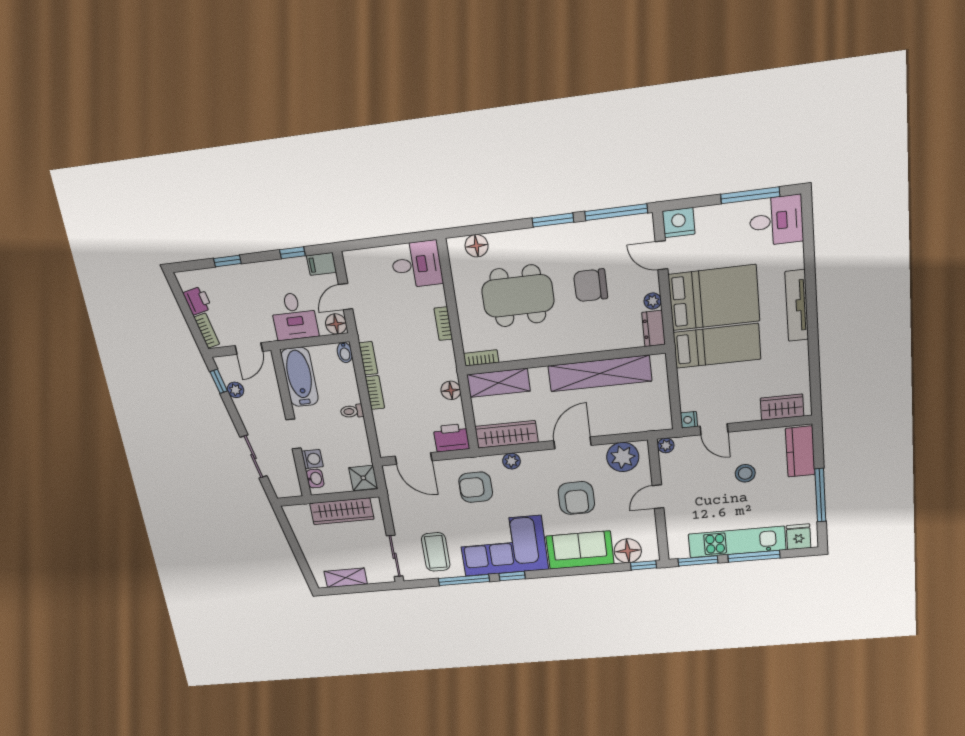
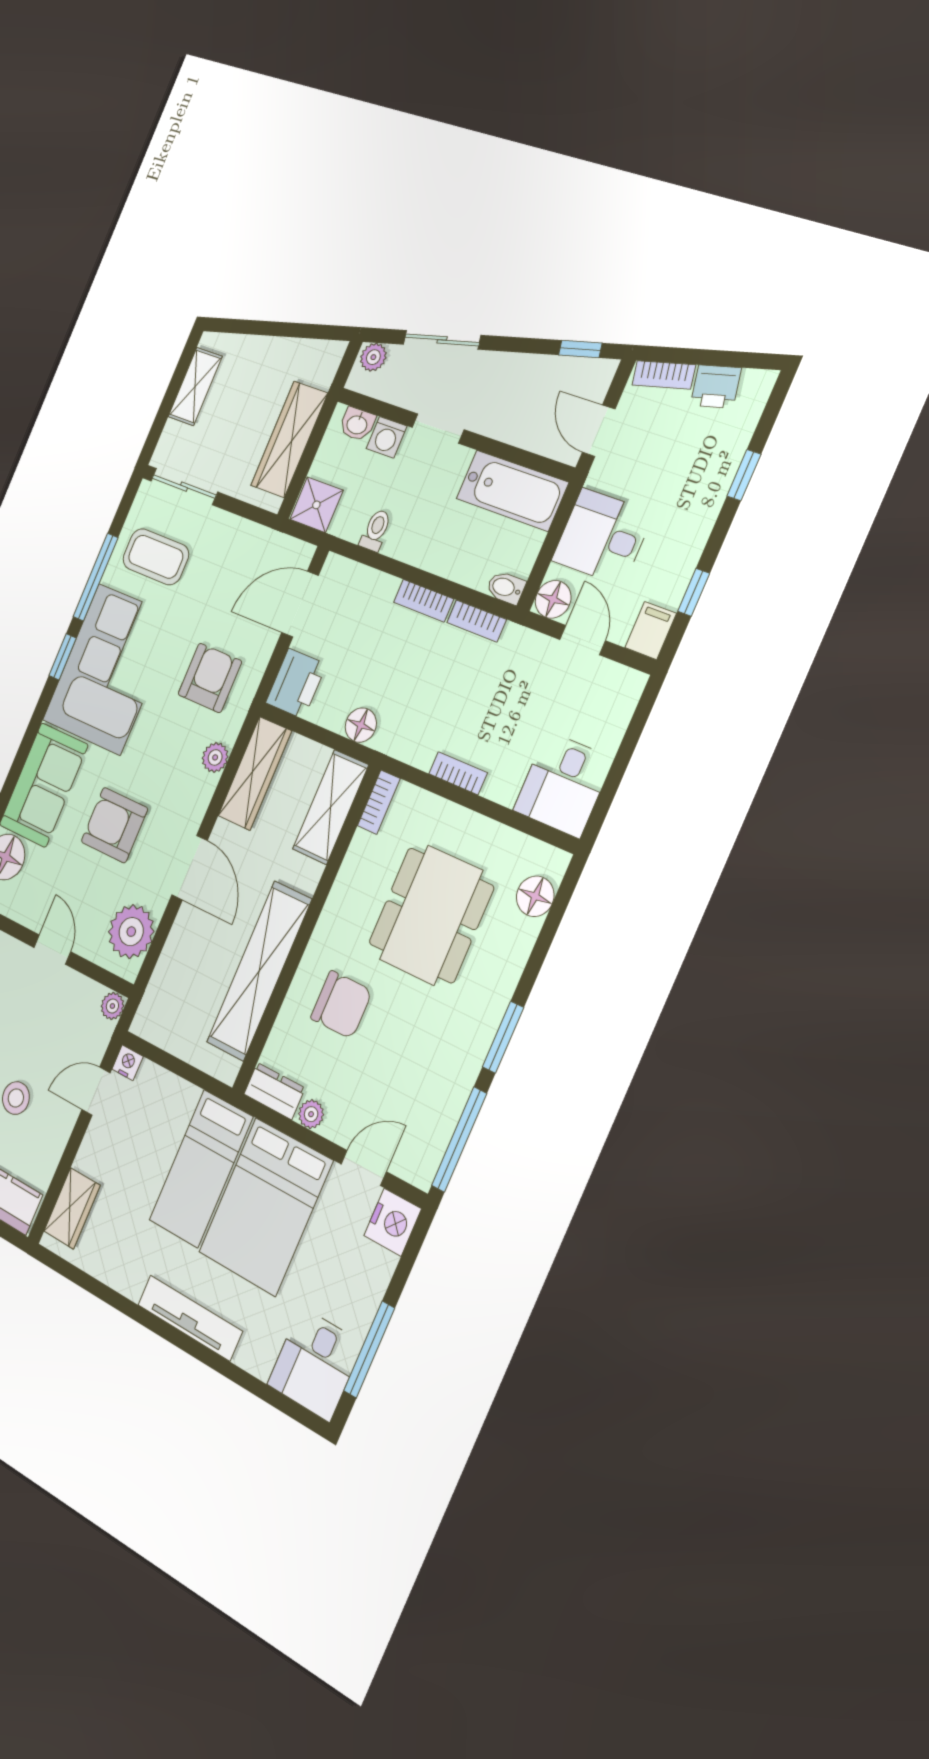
chair: (591, 285) -> (341, 1005), moved, turned 90
plant: (235, 390) -> (373, 357), moved
toilet: (352, 411) -> (376, 530), moved

